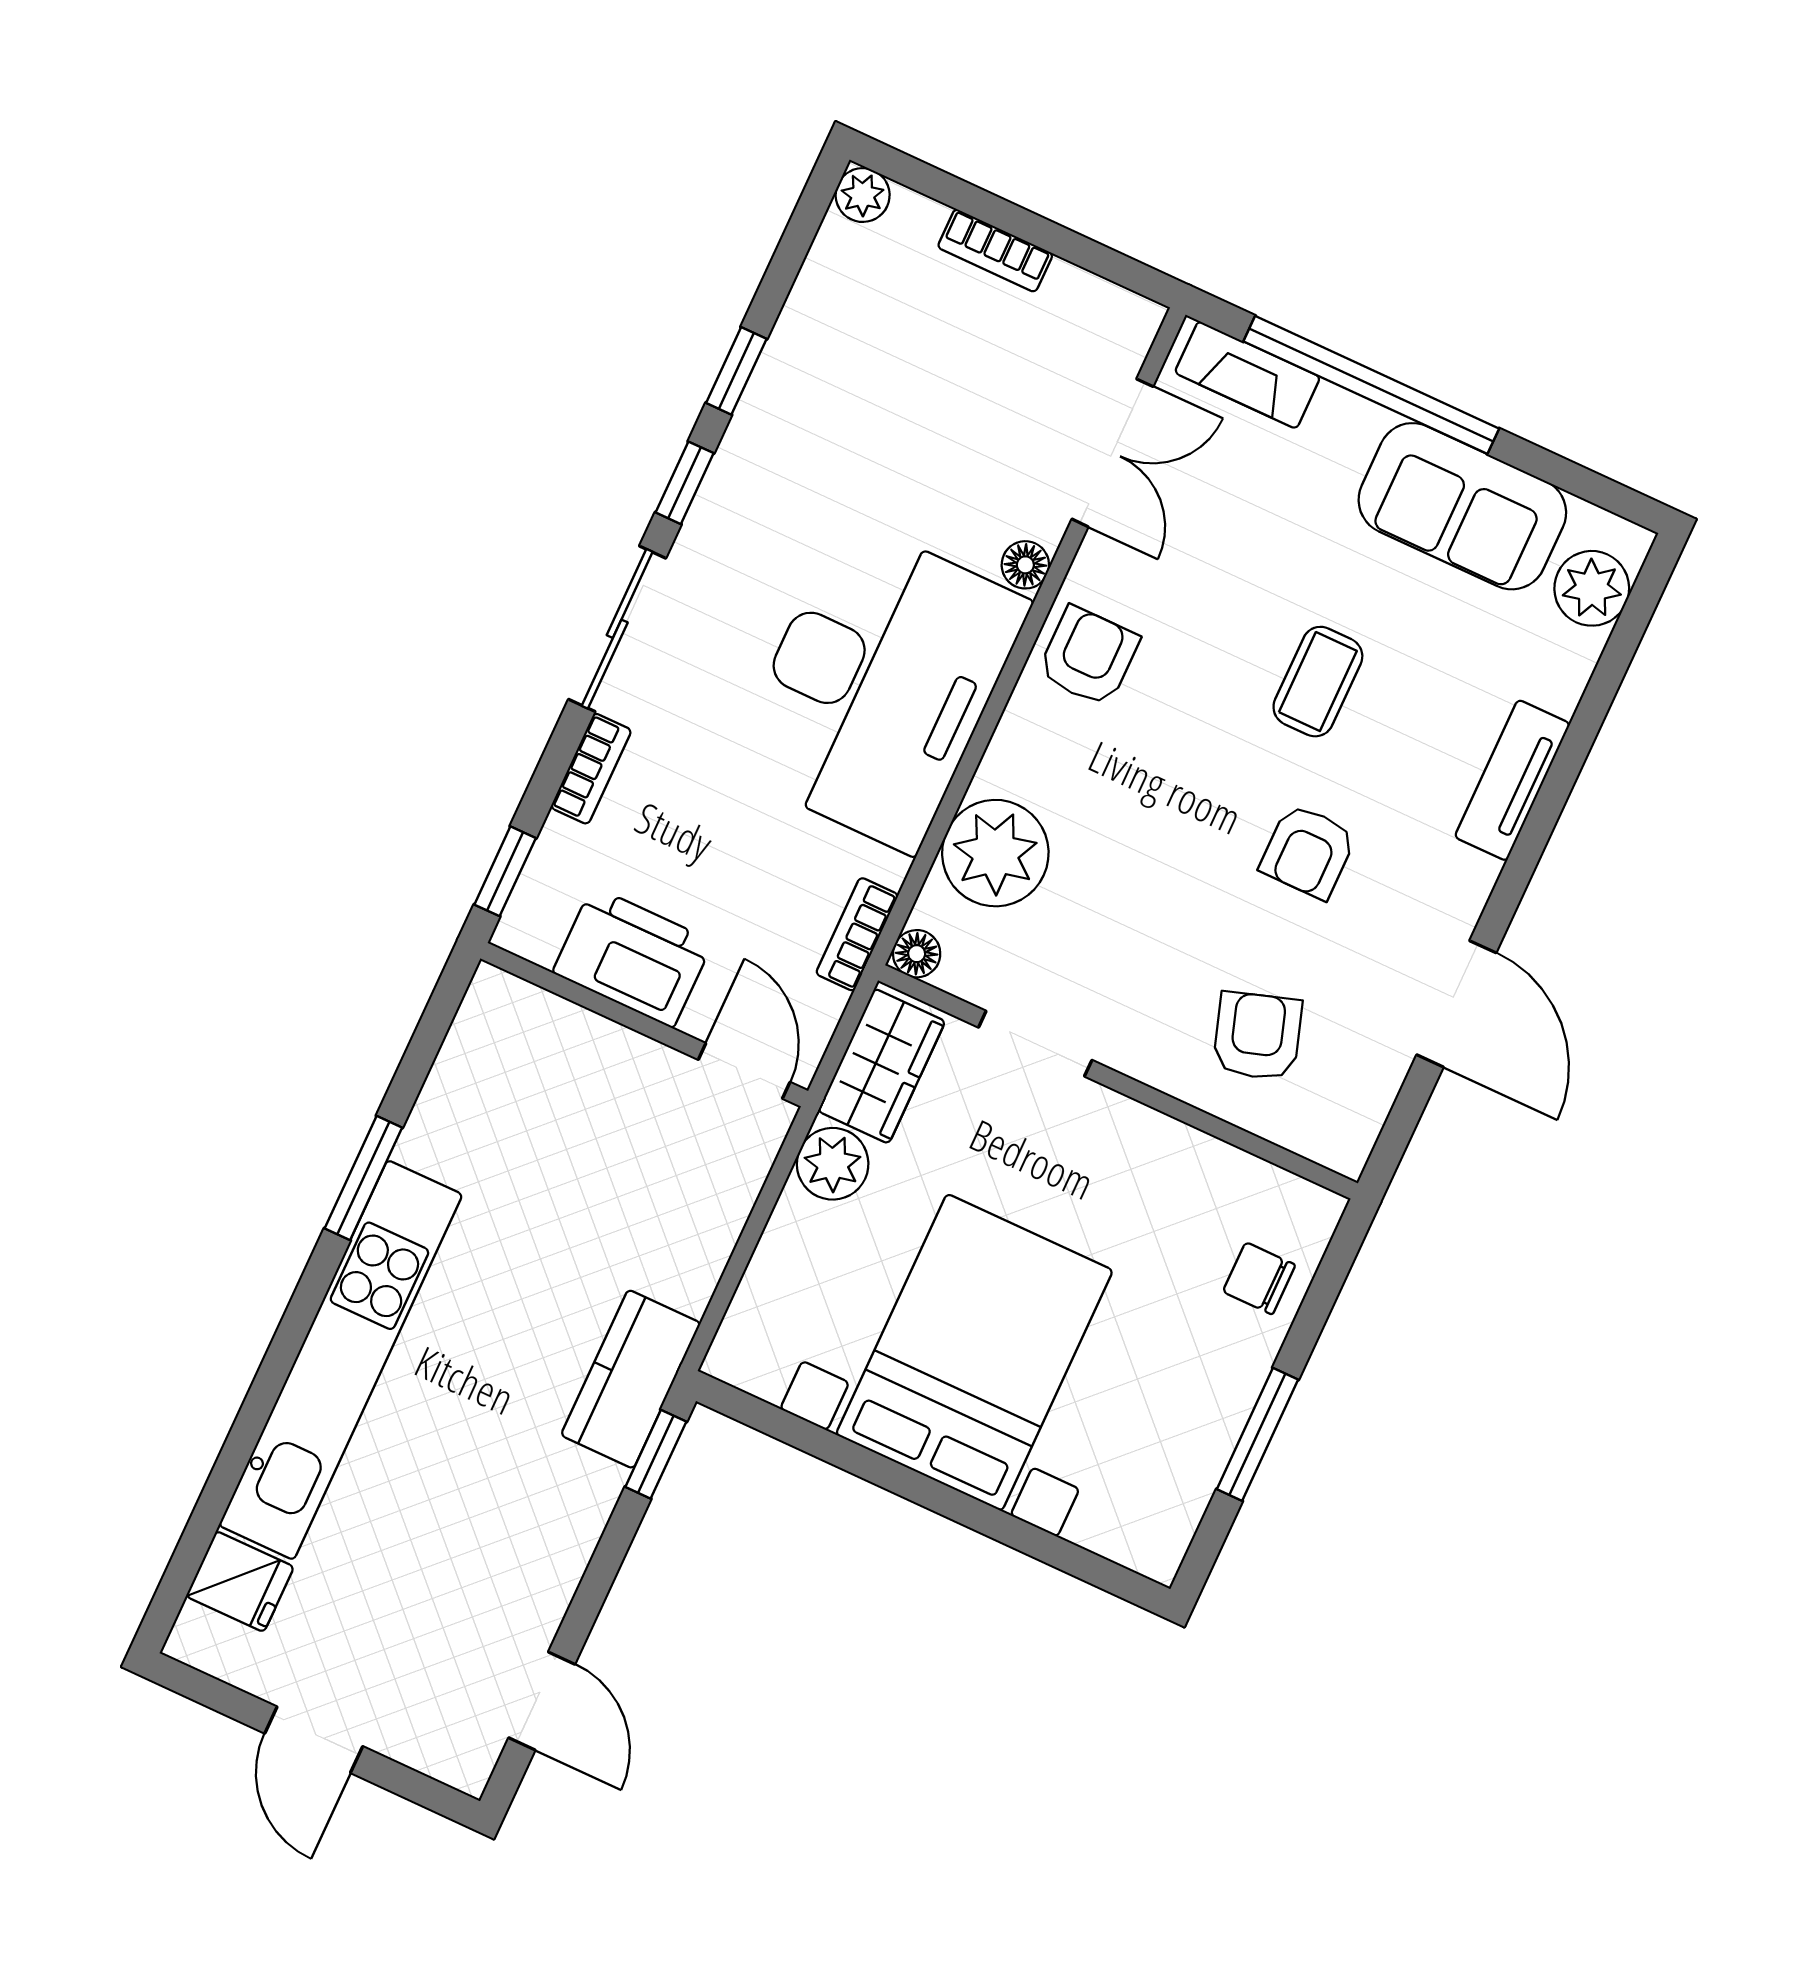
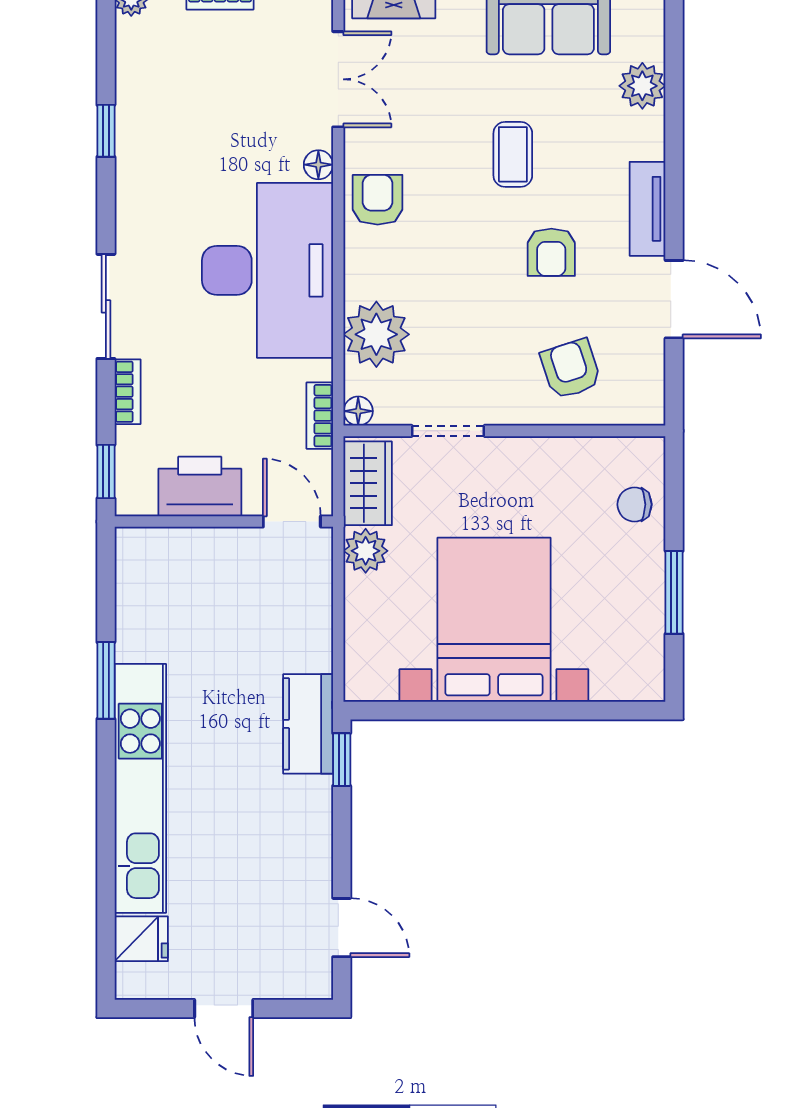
window: (685, 483) -> (106, 207), removed
plant: (1592, 588) -> (642, 86), moved
tv unit: (1512, 780) -> (647, 209), moved

